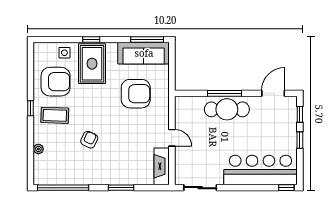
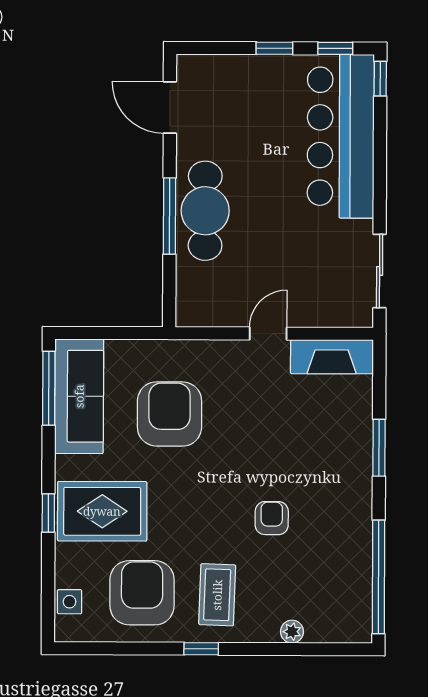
side table: (64, 53) -> (70, 602), moved
window: (300, 114) -> (335, 48), moved
armchair: (89, 140) -> (272, 518), turned 65

